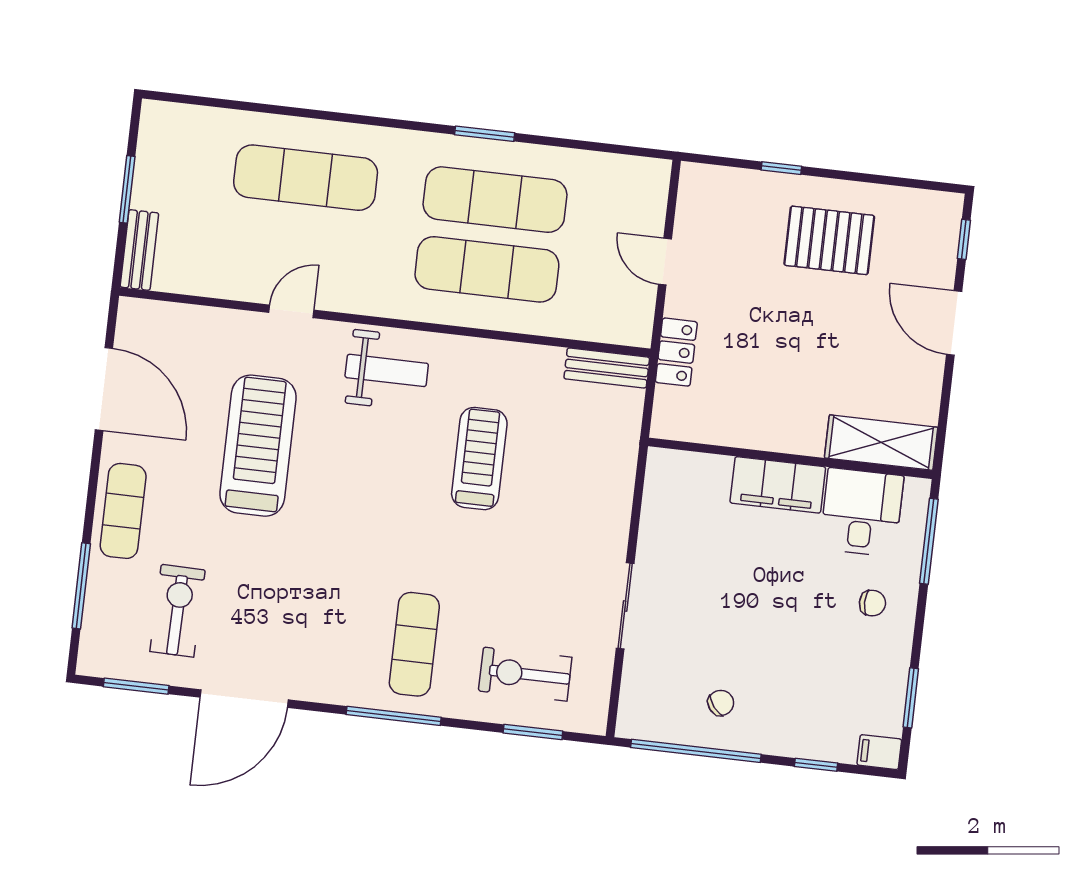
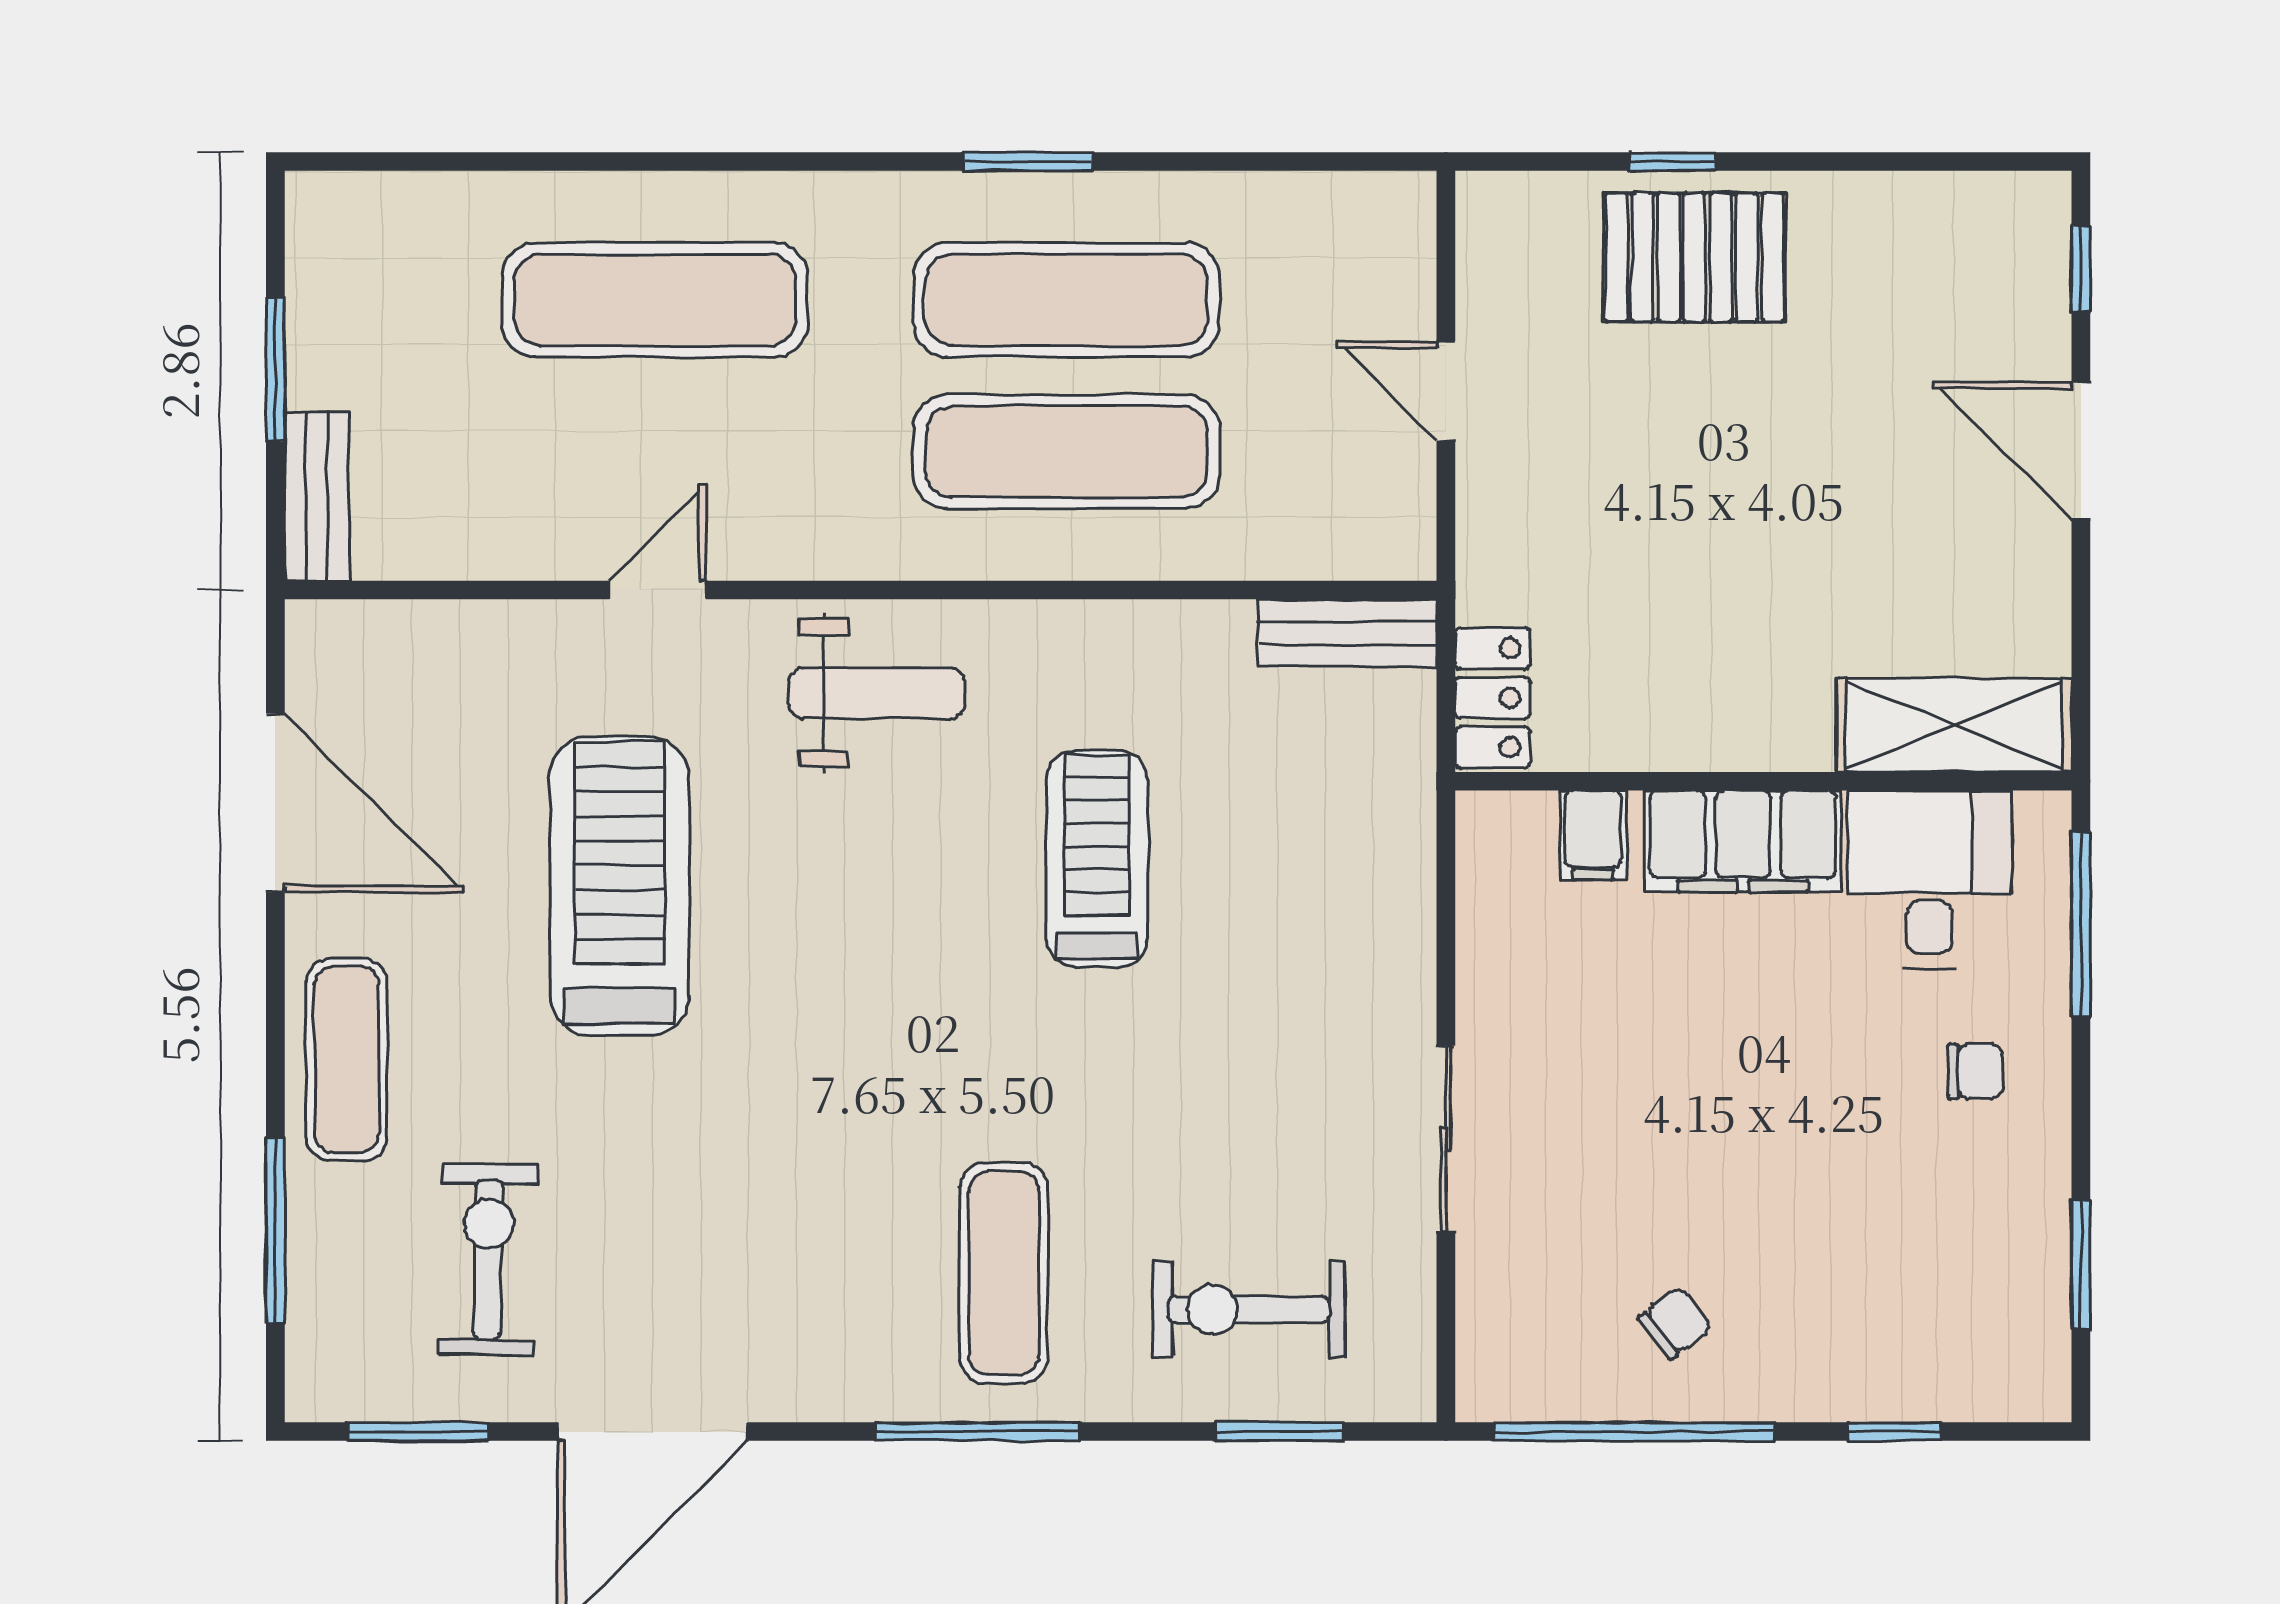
pallet: (829, 240) -> (1695, 257), moved
locker: (676, 352) -> (1493, 698), moved
filing cabinet: (879, 752) -> (1593, 835), moved, turned -90

